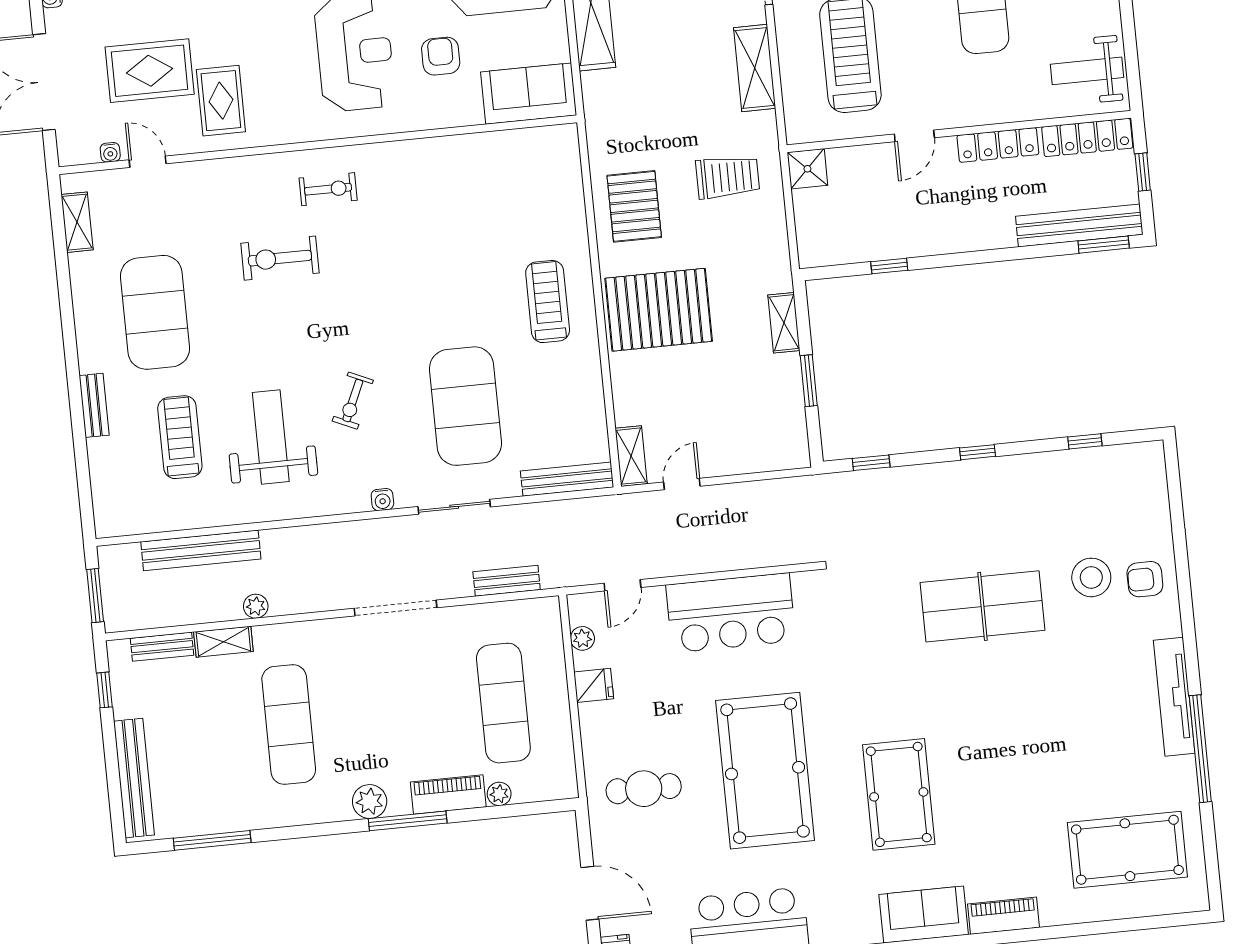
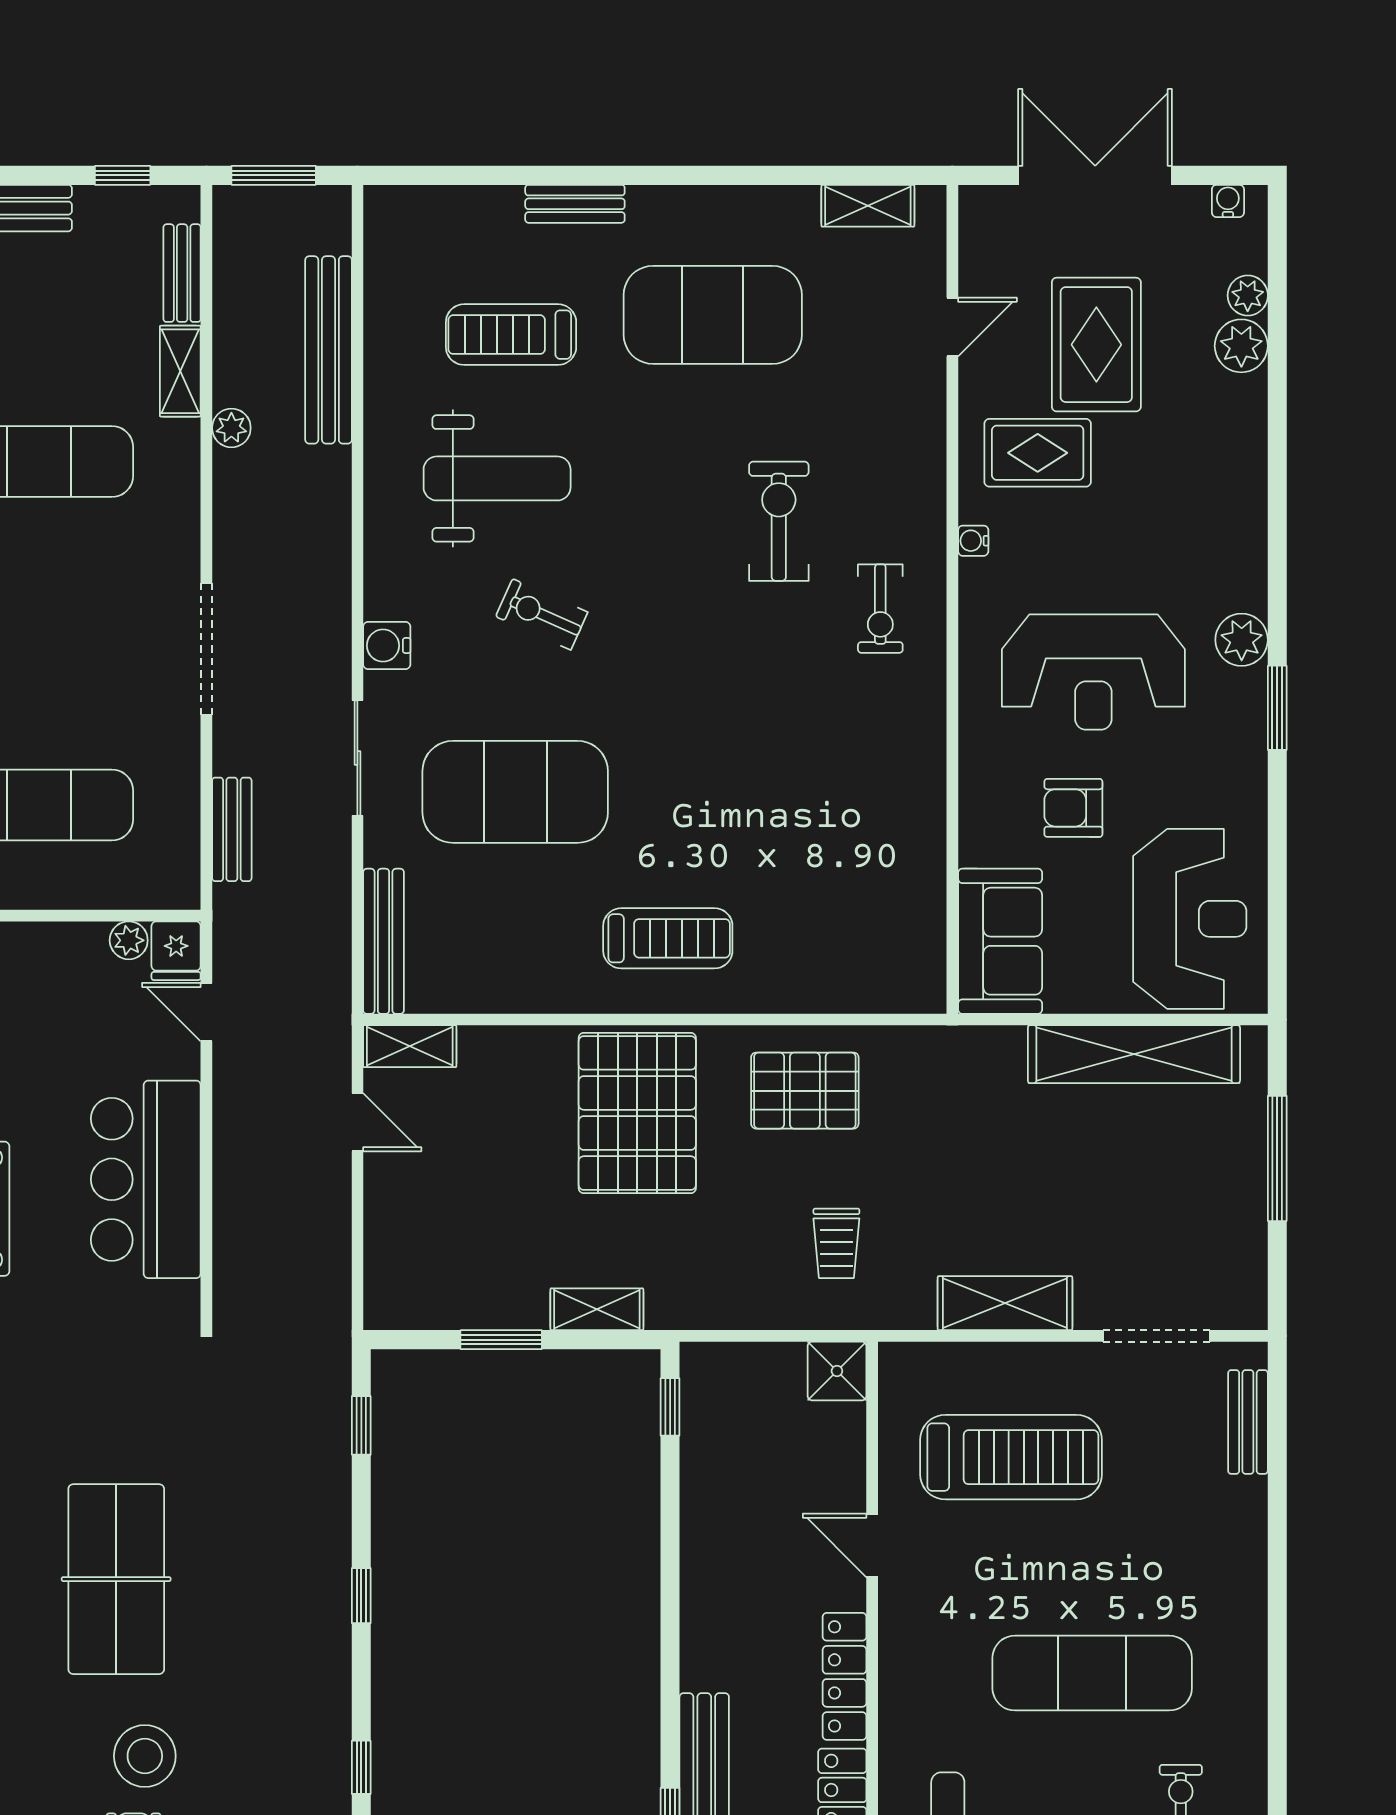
armchair: (441, 56) -> (1073, 808), turned 180
water cooler: (110, 152) -> (973, 541), moved
trolley: (728, 177) -> (836, 1243), width x0.73, depth x0.72
window: (889, 266) -> (670, 1407), moved
treadmill: (180, 437) -> (511, 335), turned 180
water cooler: (382, 500) -> (387, 646), width x1.38, depth x1.38
fridge: (594, 685) -> (176, 951), moved

